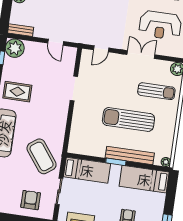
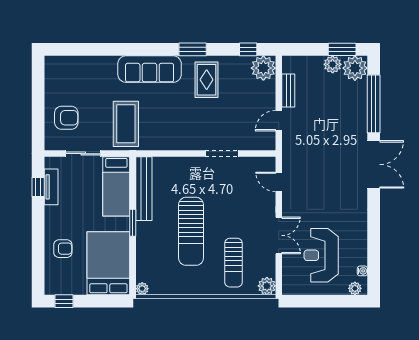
bench: (21, 30) -> (288, 90), moved
sun lounger: (128, 119) -> (191, 231), turned 180
bench: (130, 155) -> (144, 189), moved
coffee table: (42, 156) -> (126, 124), turned -53
bed: (144, 179) -> (108, 263), width x1.50

